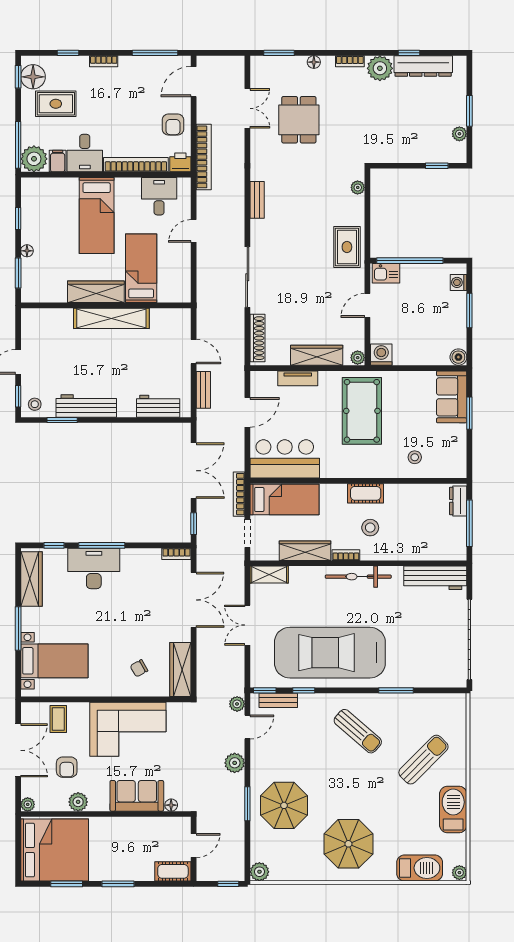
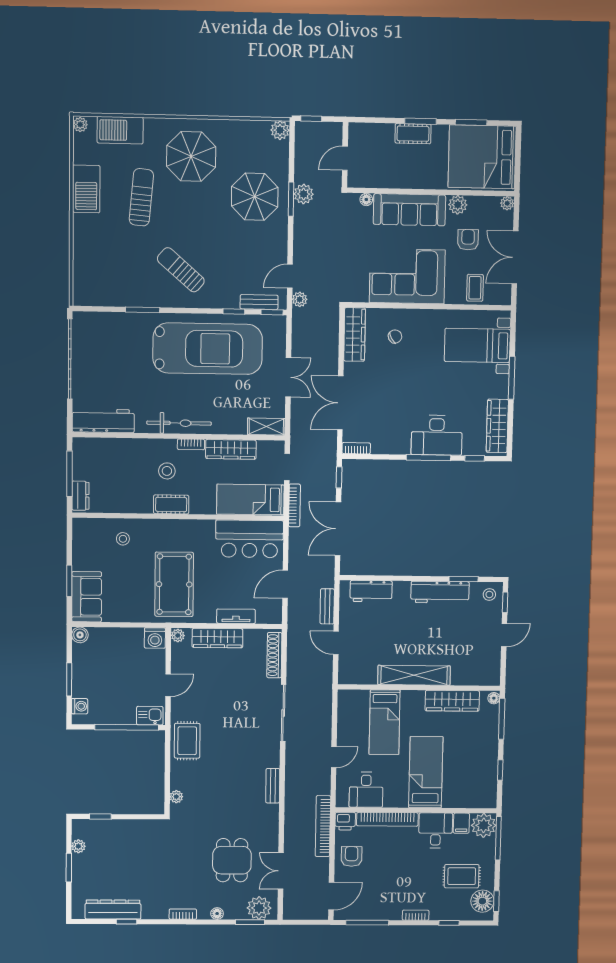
plant: (380, 68) -> (259, 908), moved
floor lamp: (27, 251) -> (494, 698), moved
window: (18, 273) -> (502, 719), width x1.44
wardrobe: (96, 292) -> (452, 701), moved
sun lounger: (423, 760) -> (141, 197), moved, turned 140
plant: (235, 763) -> (304, 194), moved
sofa: (137, 796) -> (409, 210), width x1.36
cot: (173, 871) -> (413, 134), moved

